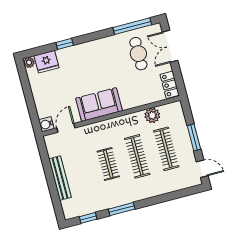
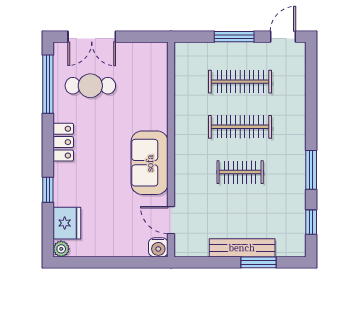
locker: (170, 85) -> (63, 142), moved, turned -90
plant: (152, 115) -> (186, 89), removed
window: (54, 191) -> (258, 262), added

